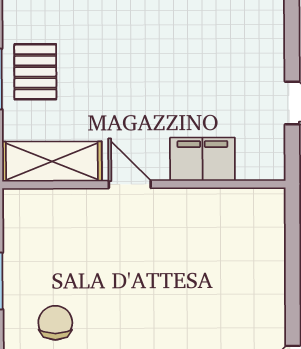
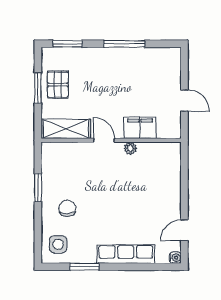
plant: (183, 200) -> (130, 148), added

